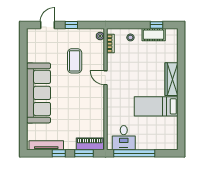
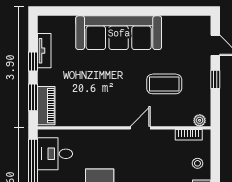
tv unit: (46, 145) -> (44, 51), width x0.71

